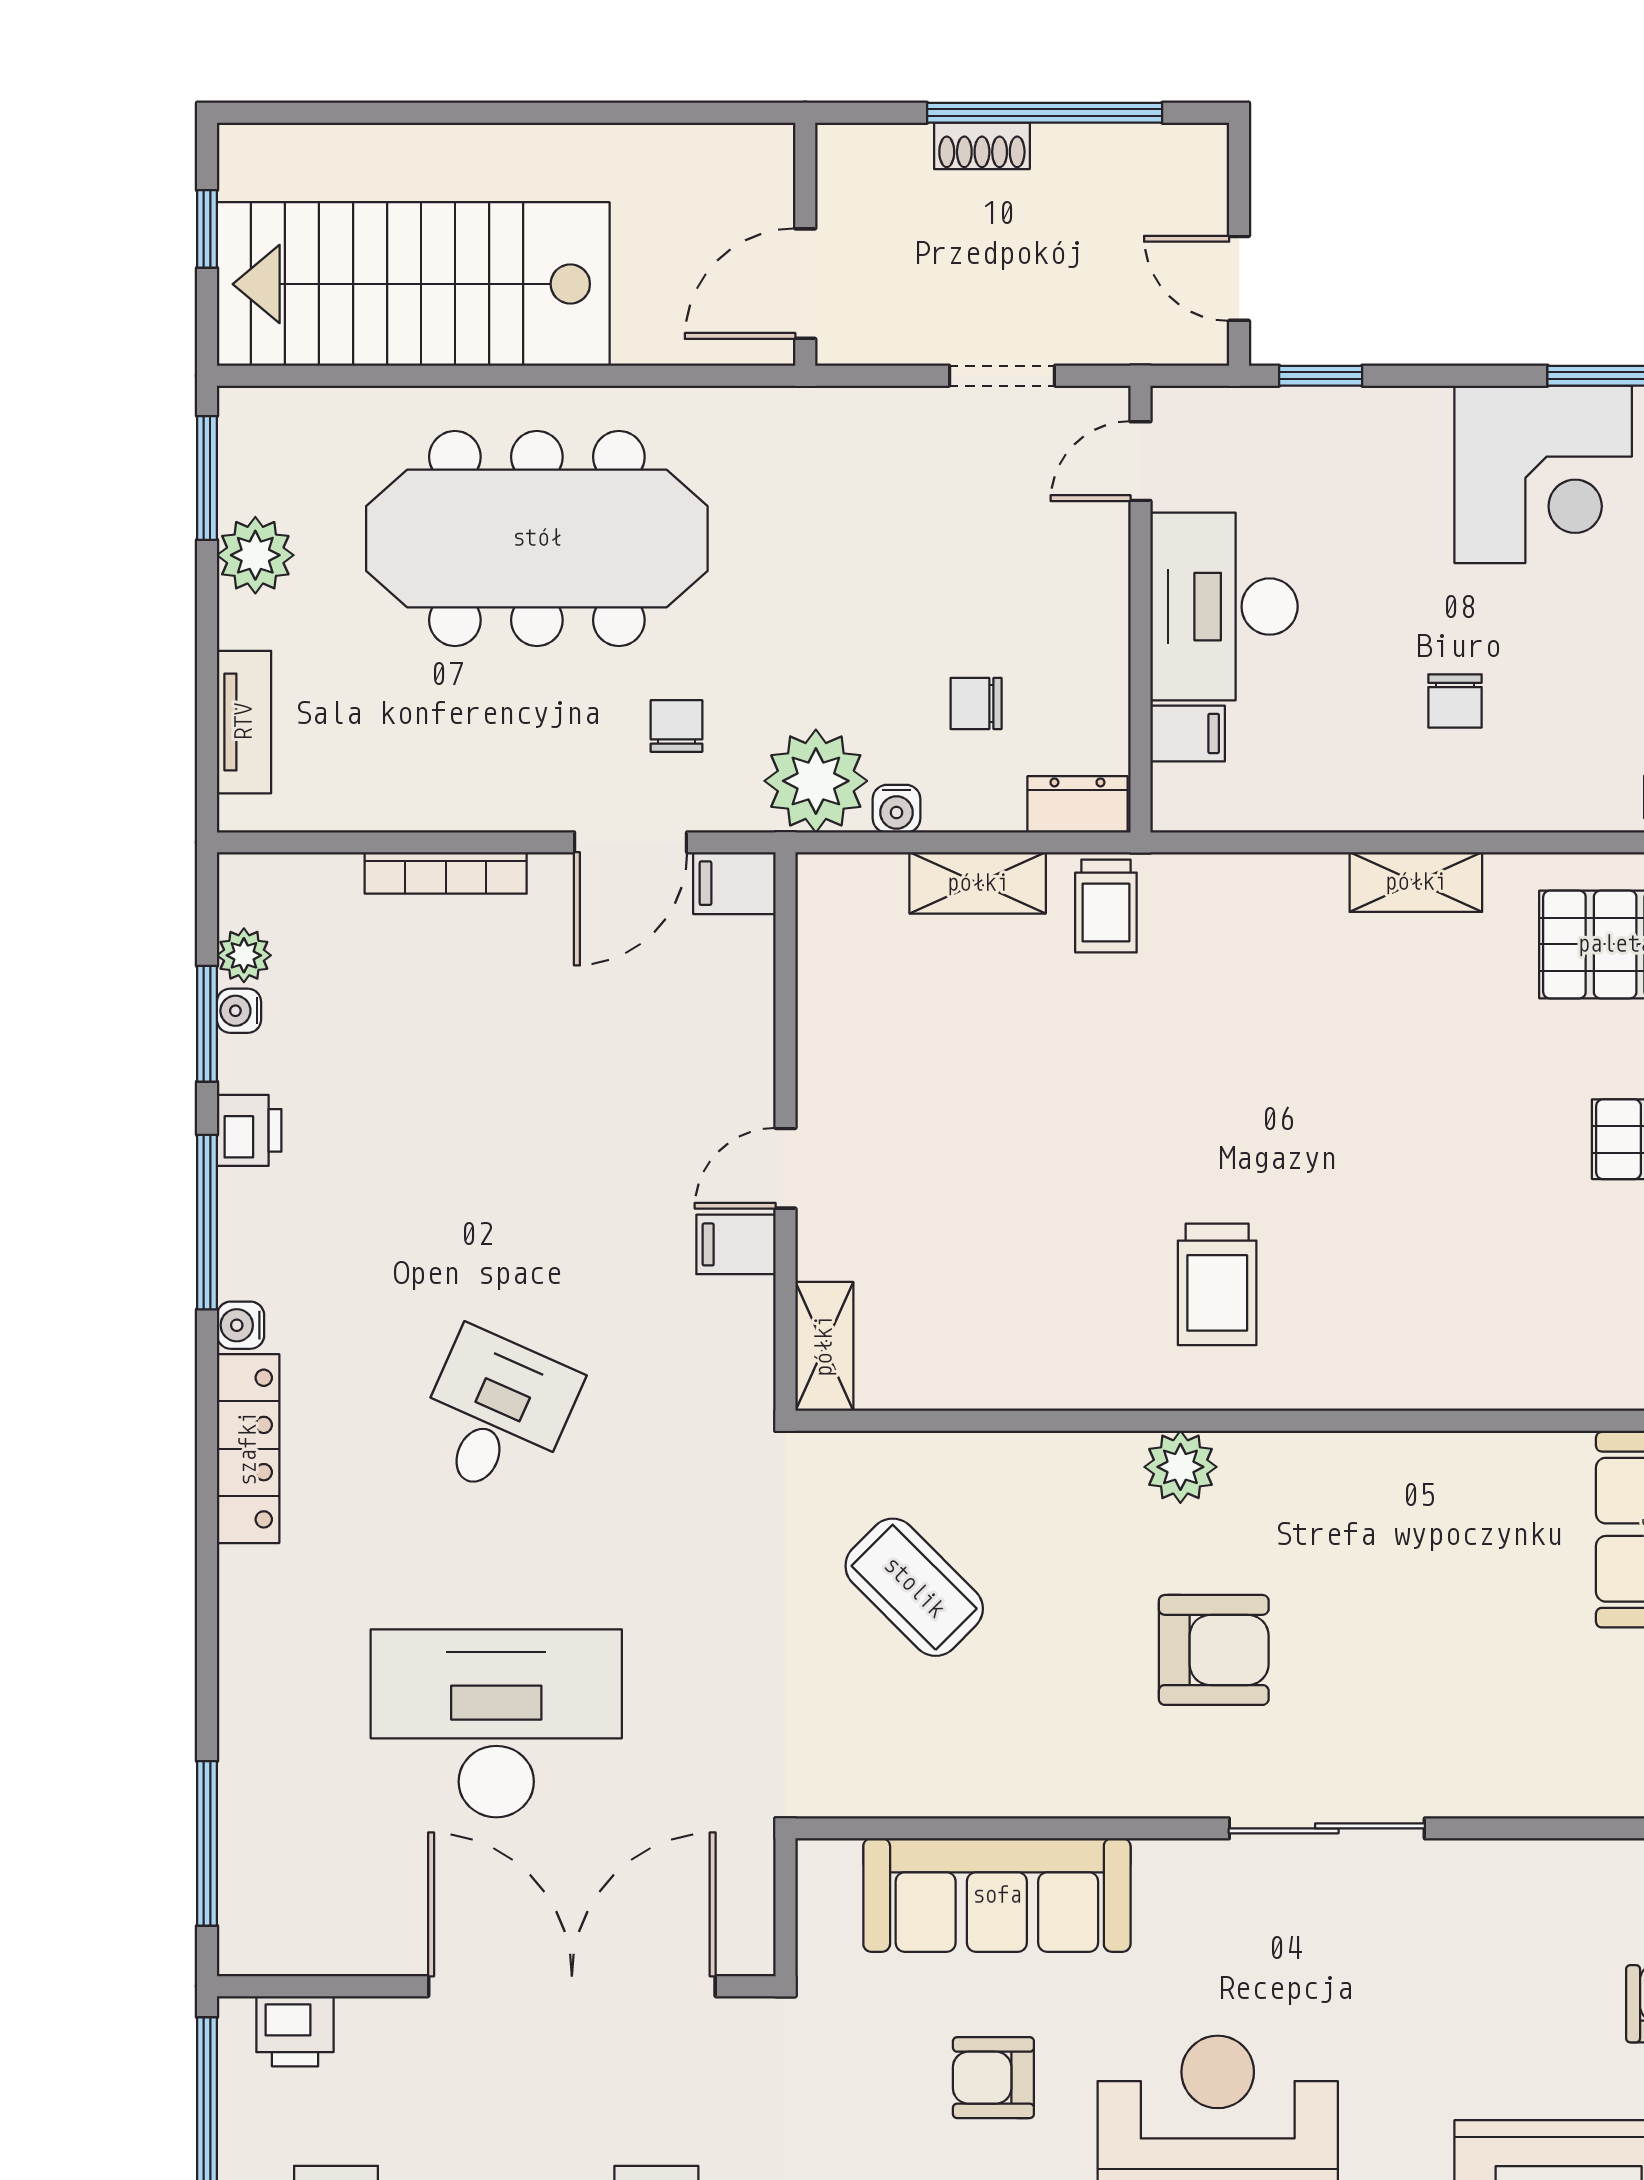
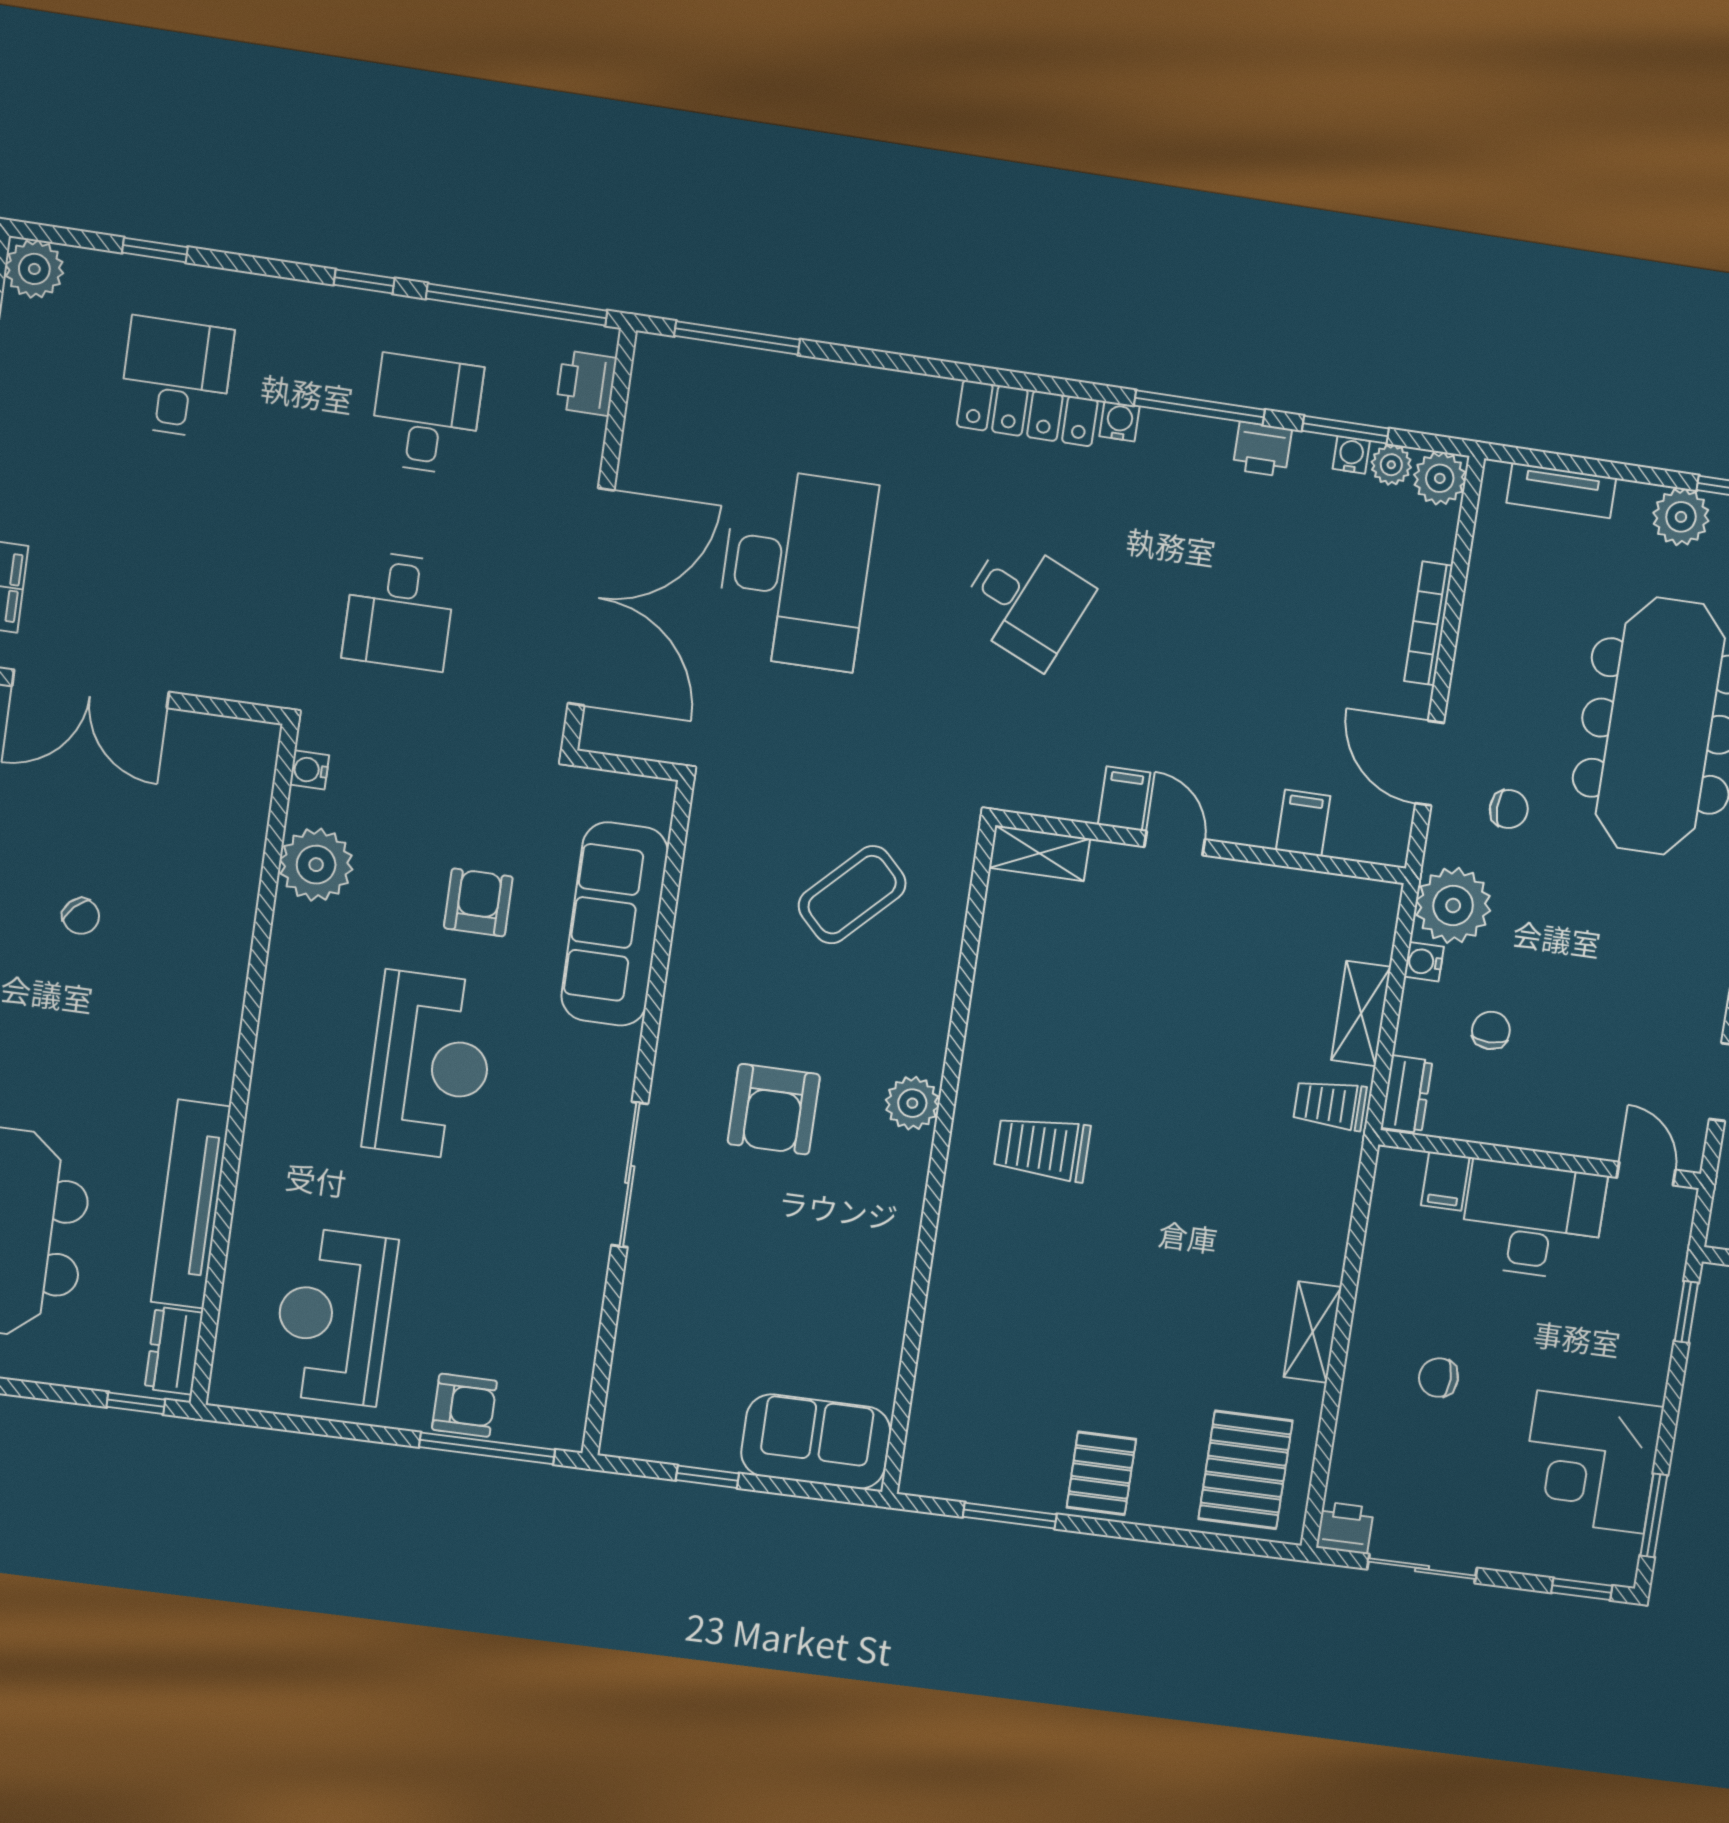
filing cabinet: (734, 883) -> (1303, 823), moved
plant: (252, 888) -> (1440, 478), added

